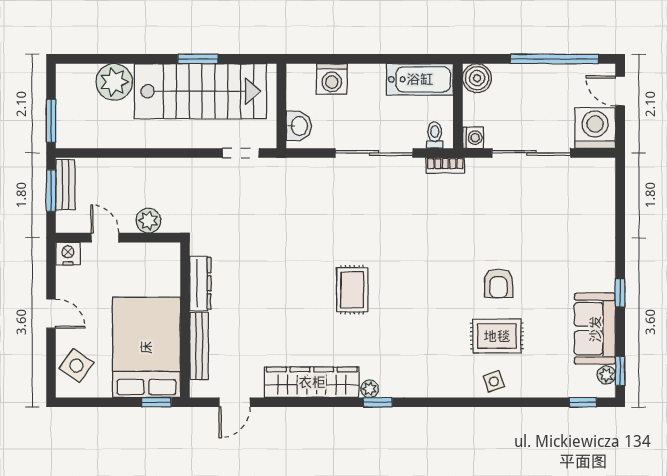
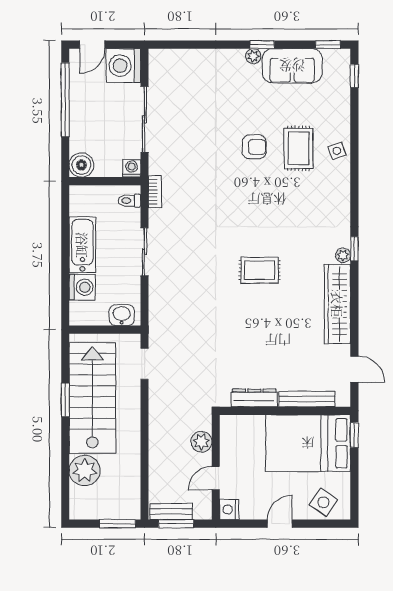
bathtub: (420, 79) -> (82, 245), moved
sliding door: (374, 153) -> (144, 252), width x0.73
plant: (606, 375) -> (253, 56), moved

